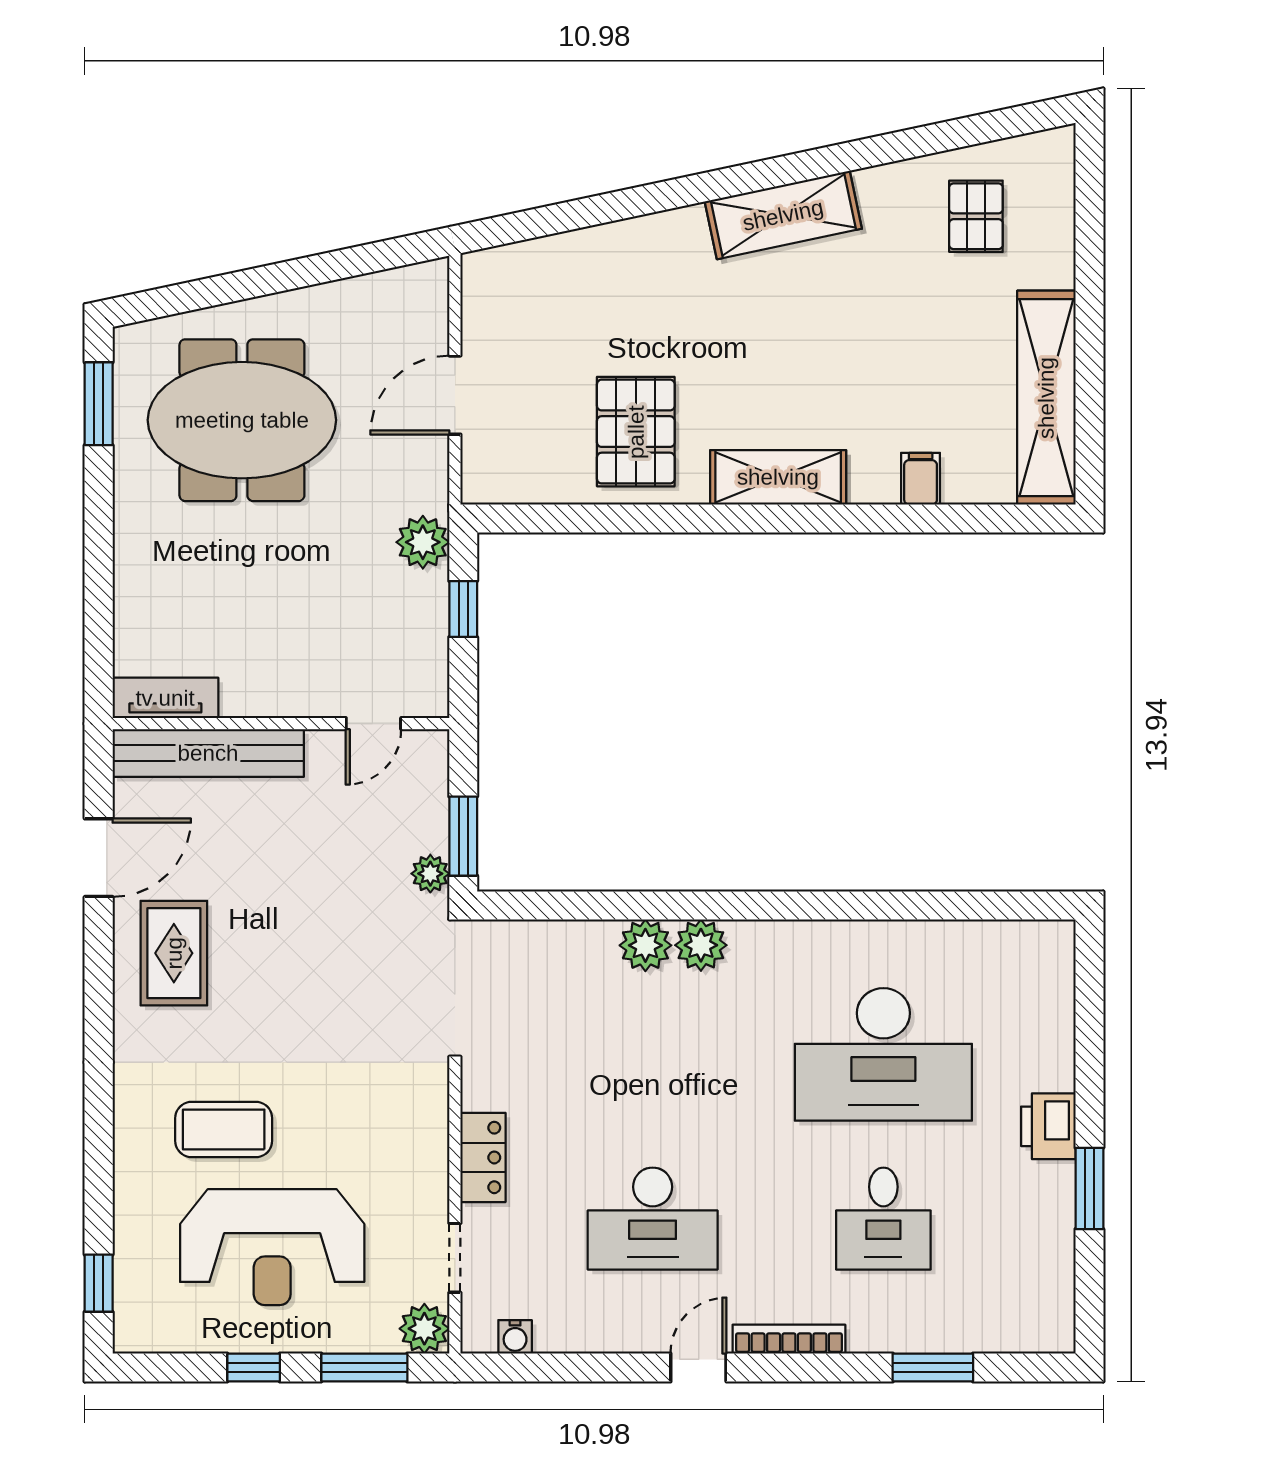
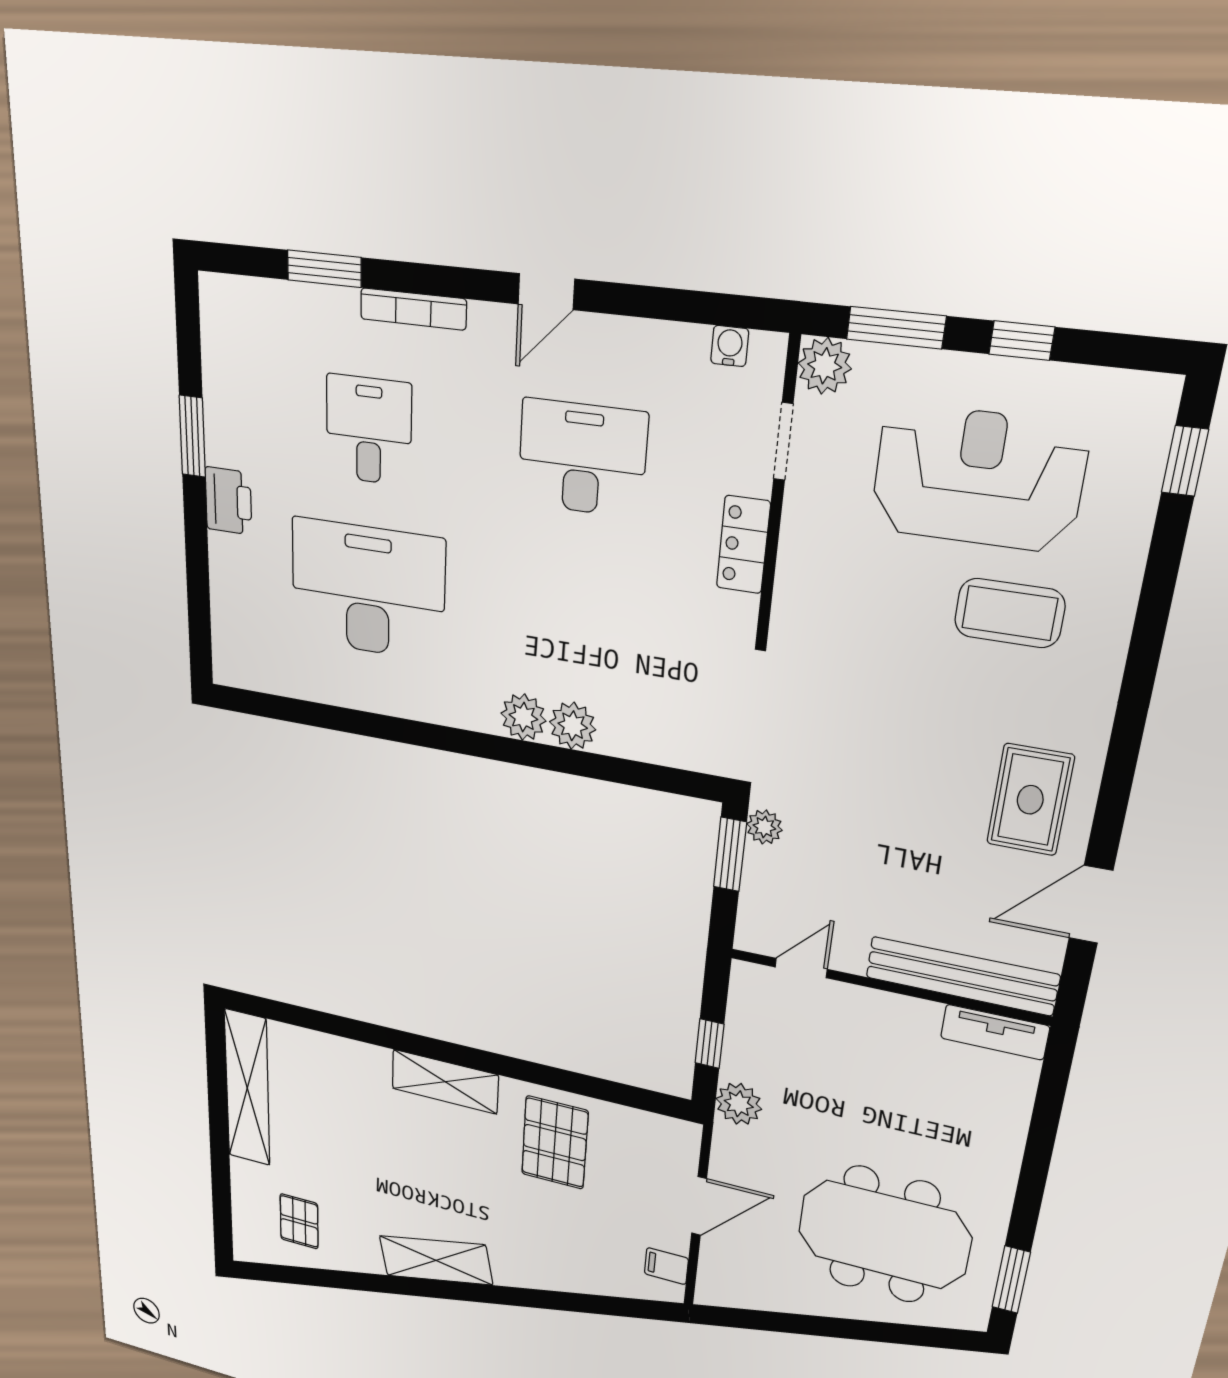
filing cabinet: (921, 479) -> (666, 1266), moved, turned 90
bookcase: (789, 1339) -> (413, 309), moved

